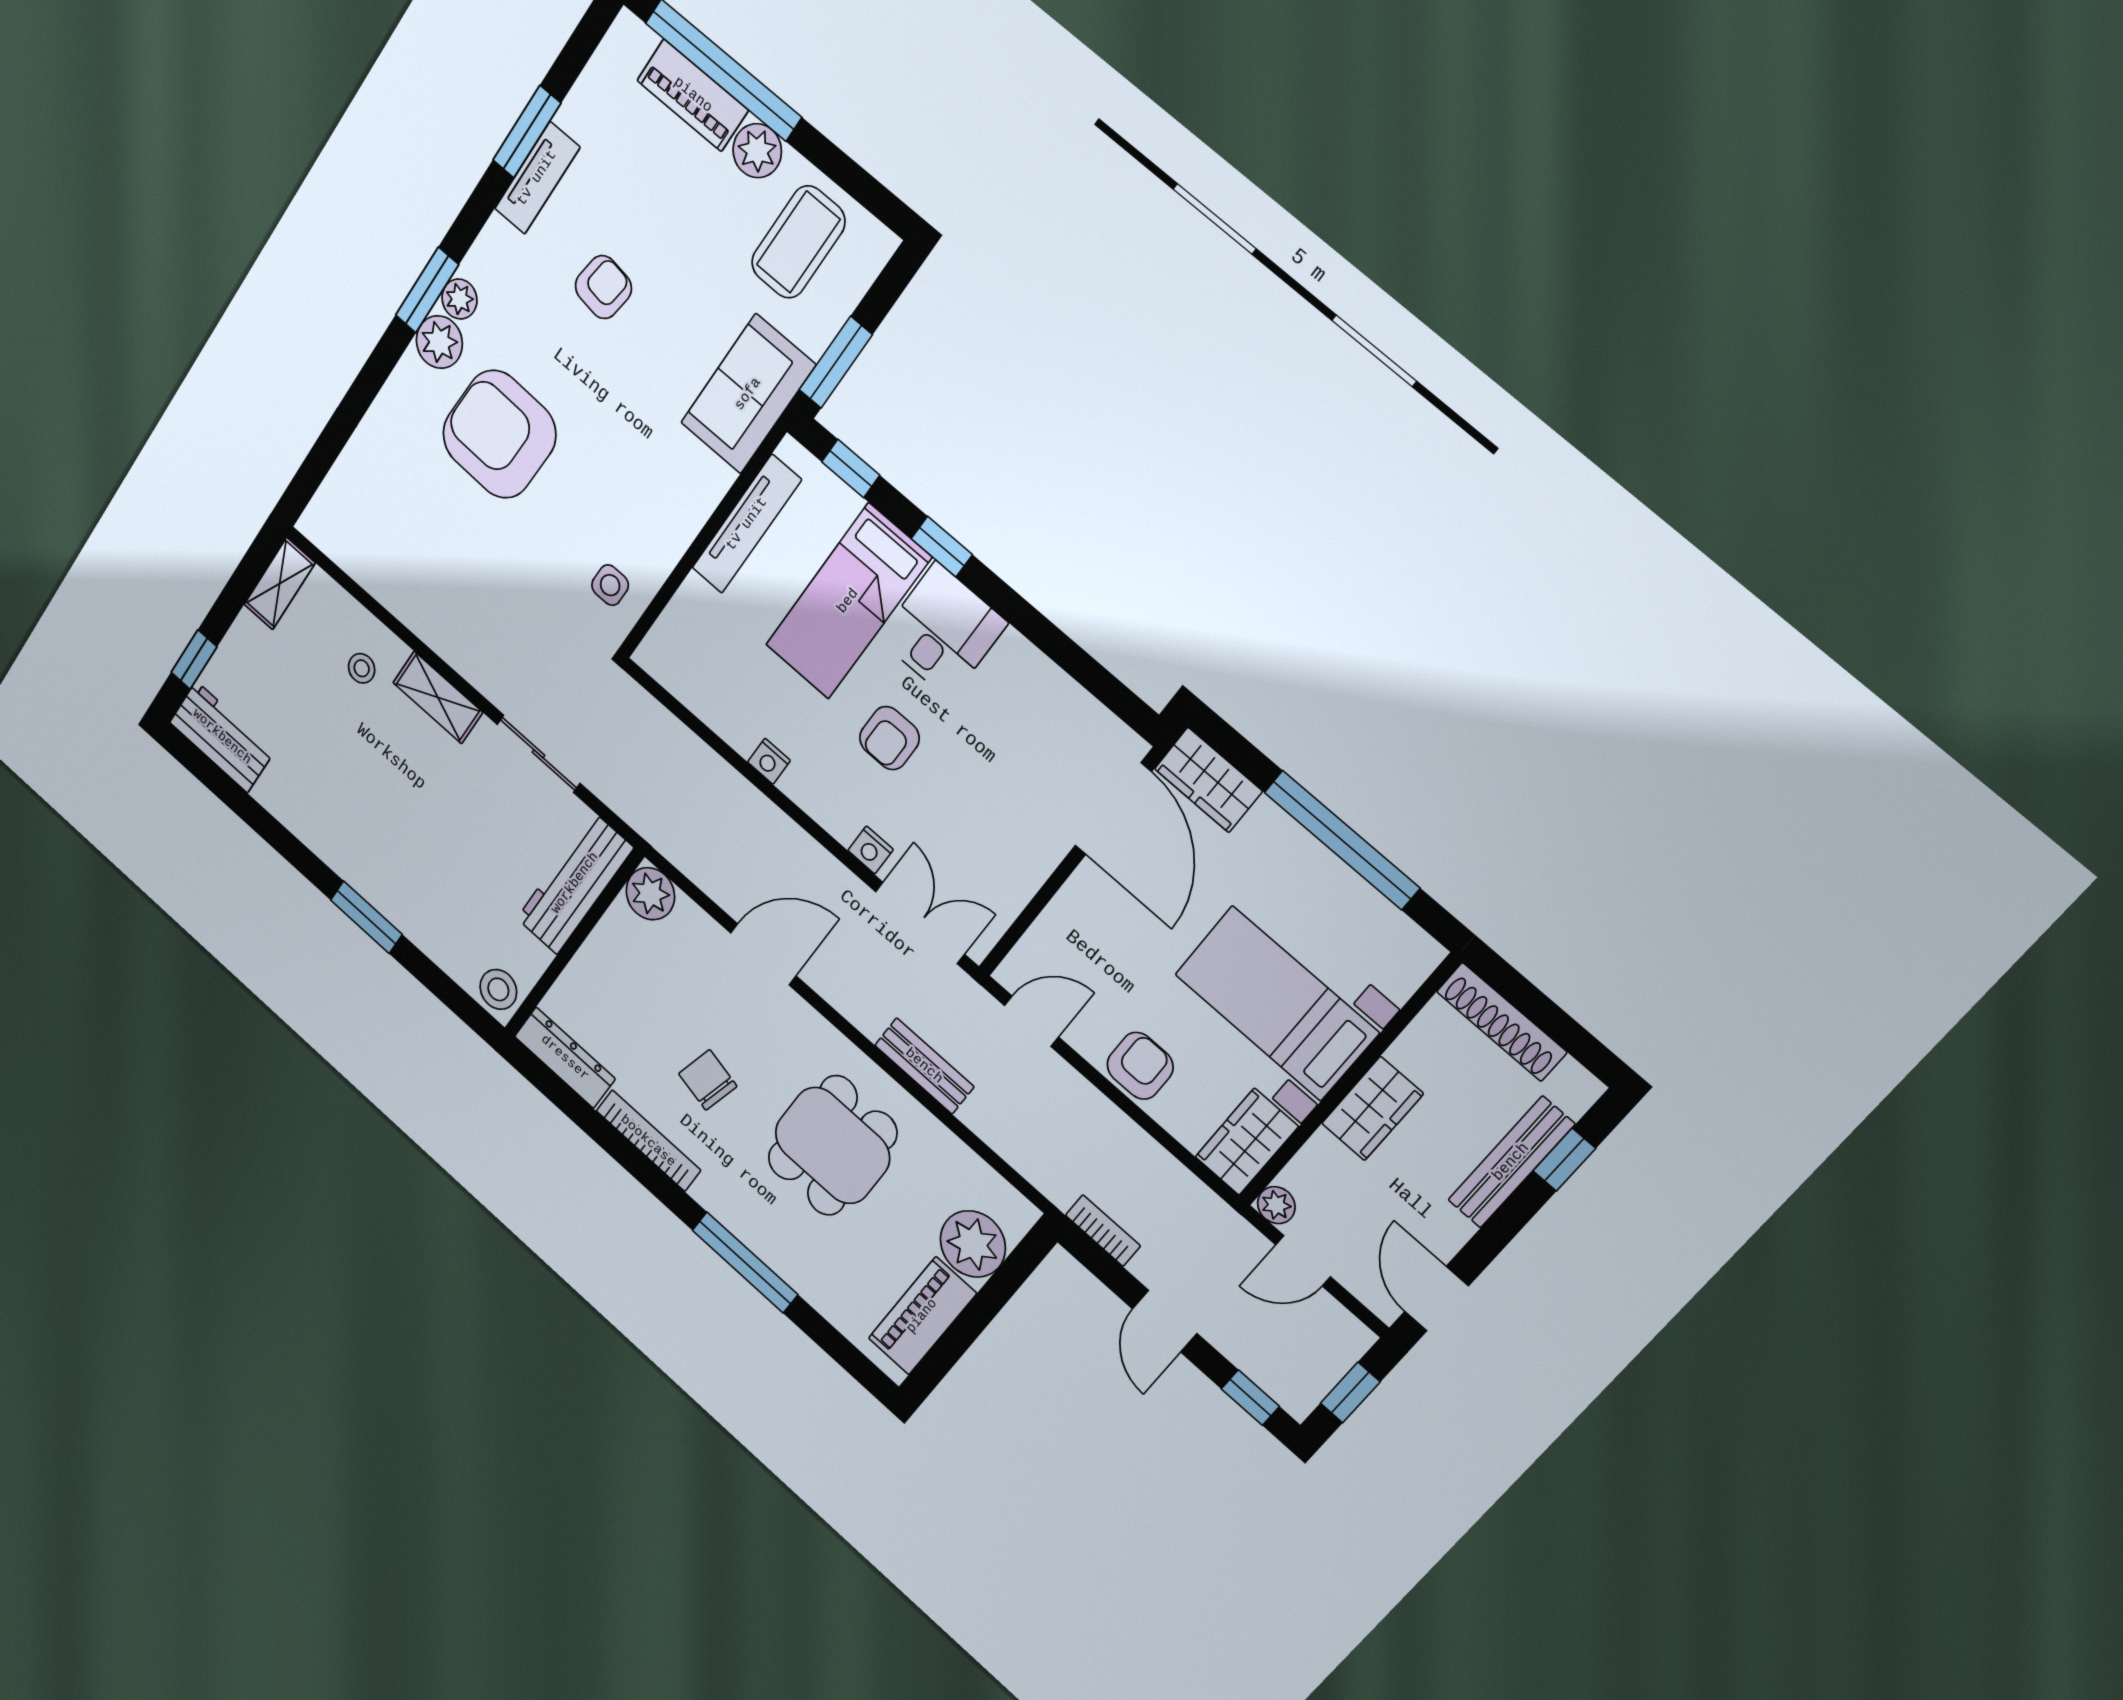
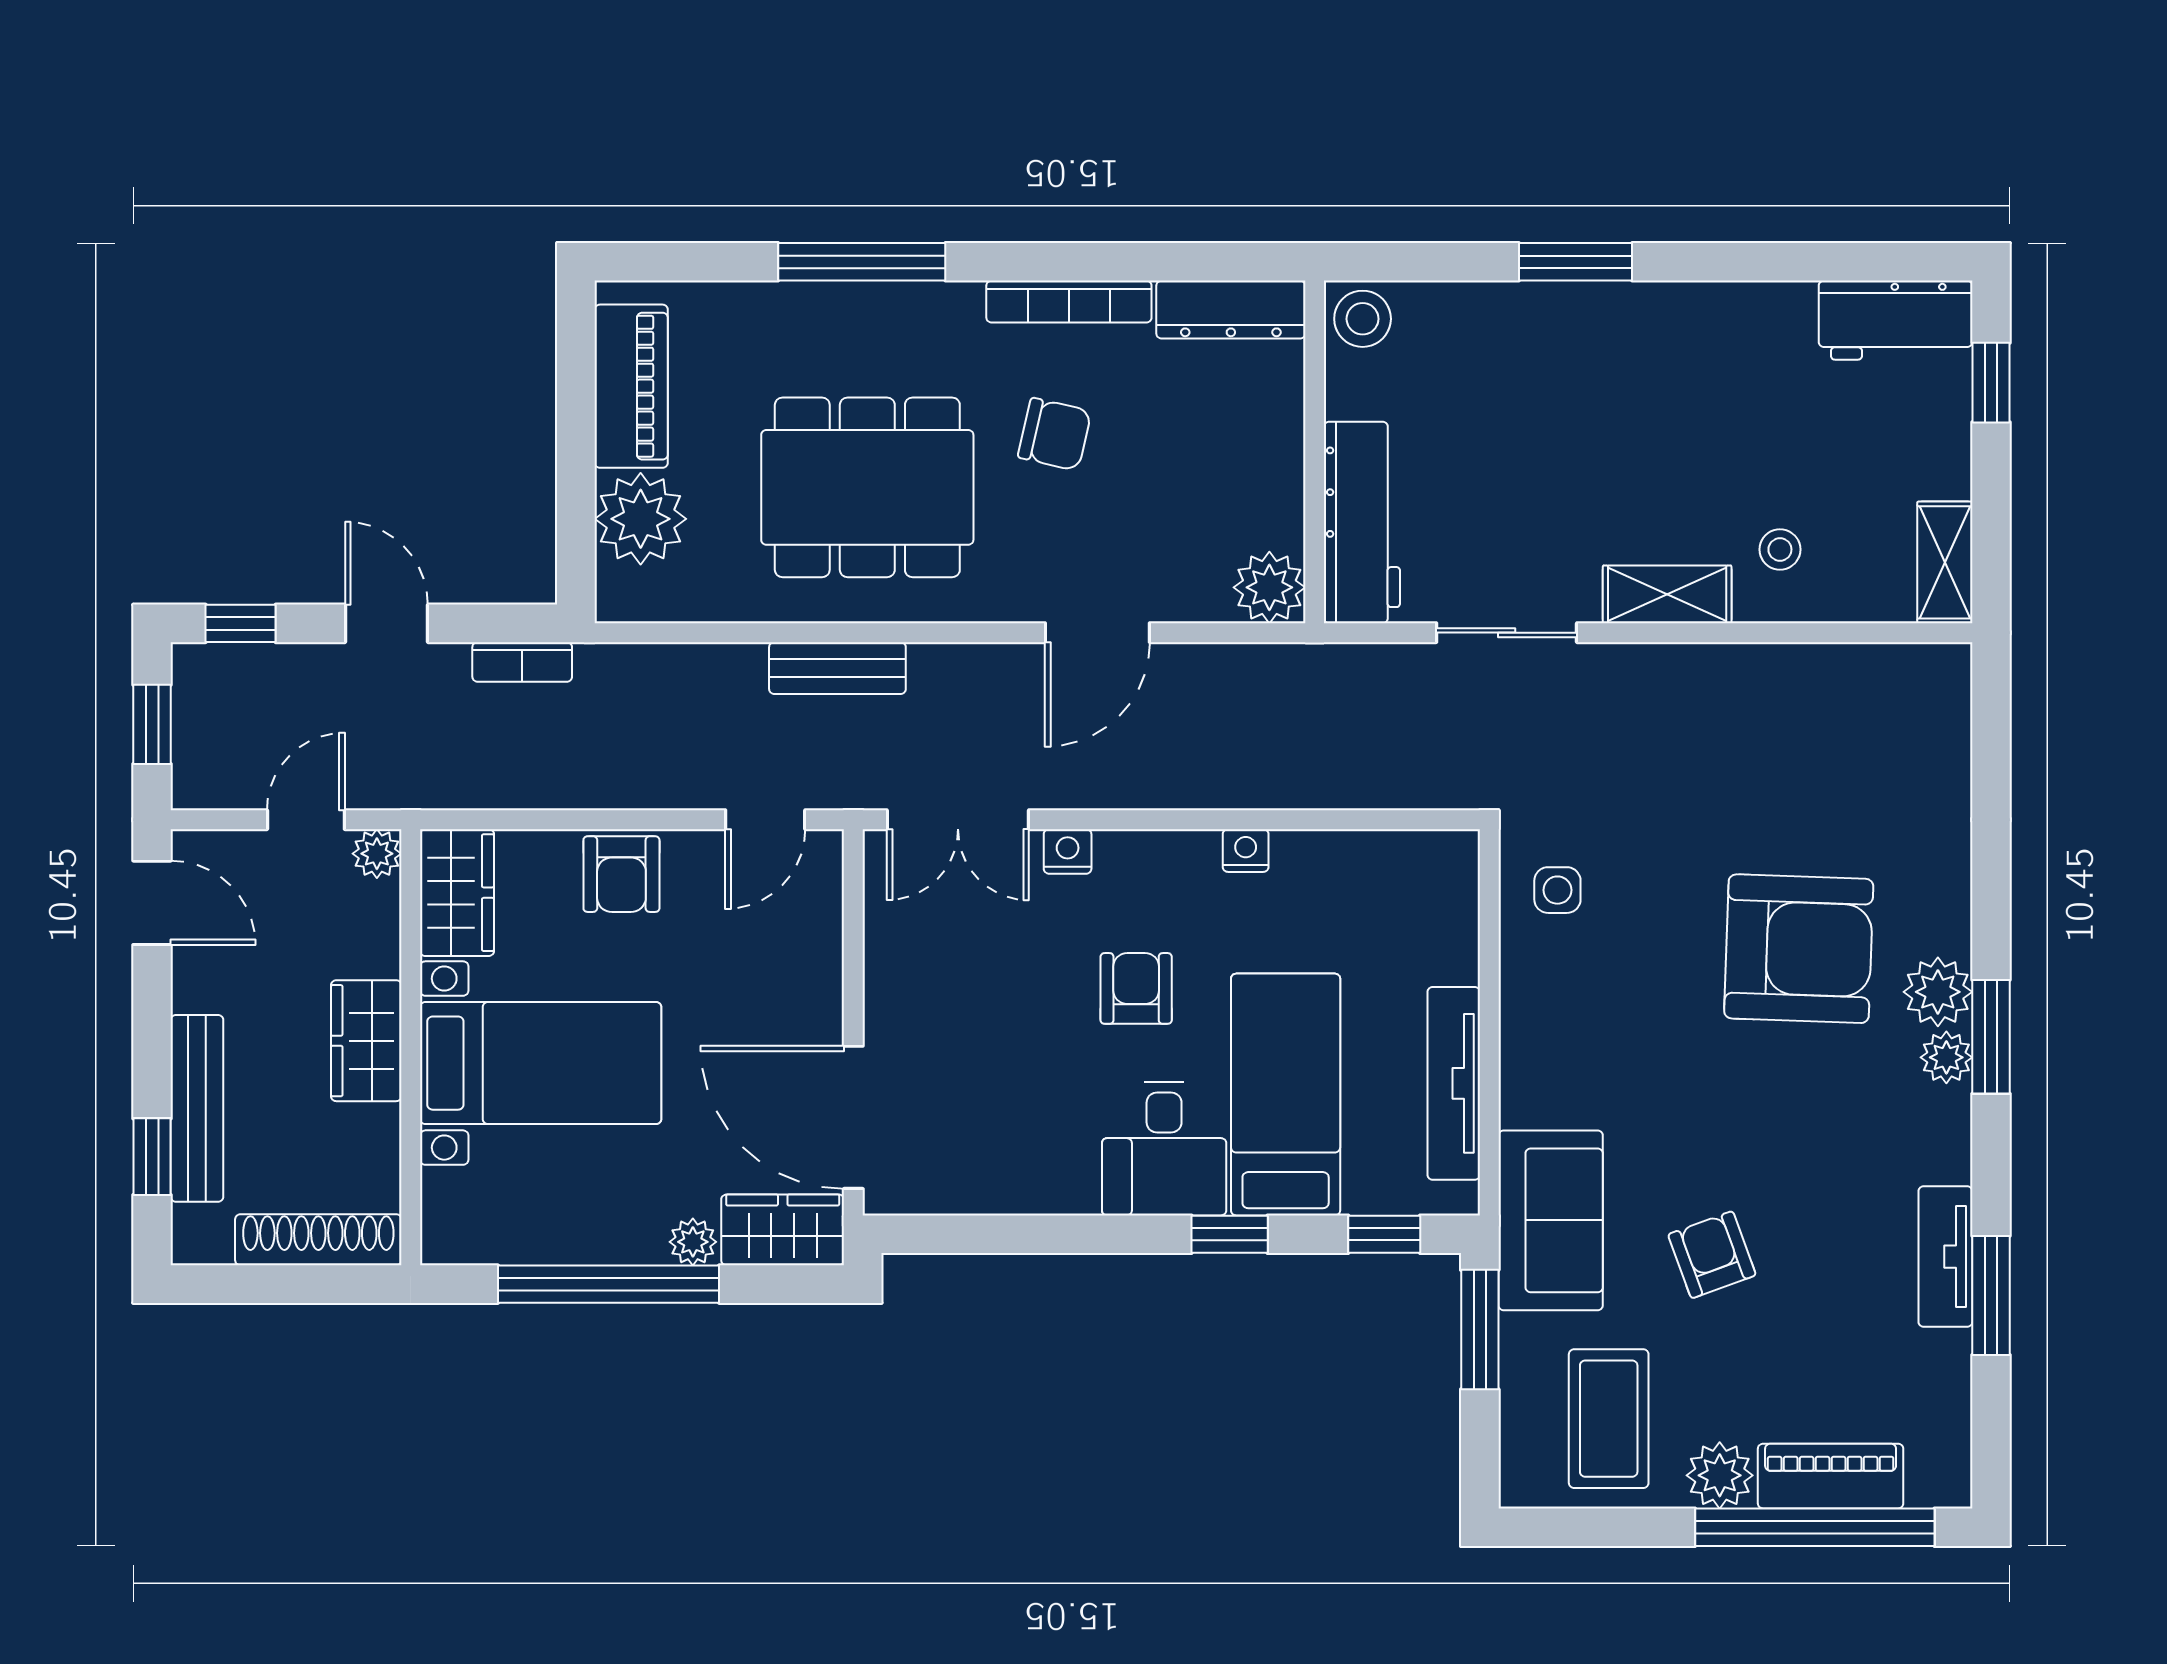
armchair: (603, 287) -> (1712, 1255), moved, turned 152
plant: (1269, 820) -> (693, 1242), added
dining table: (832, 1146) -> (867, 487), width x1.38

